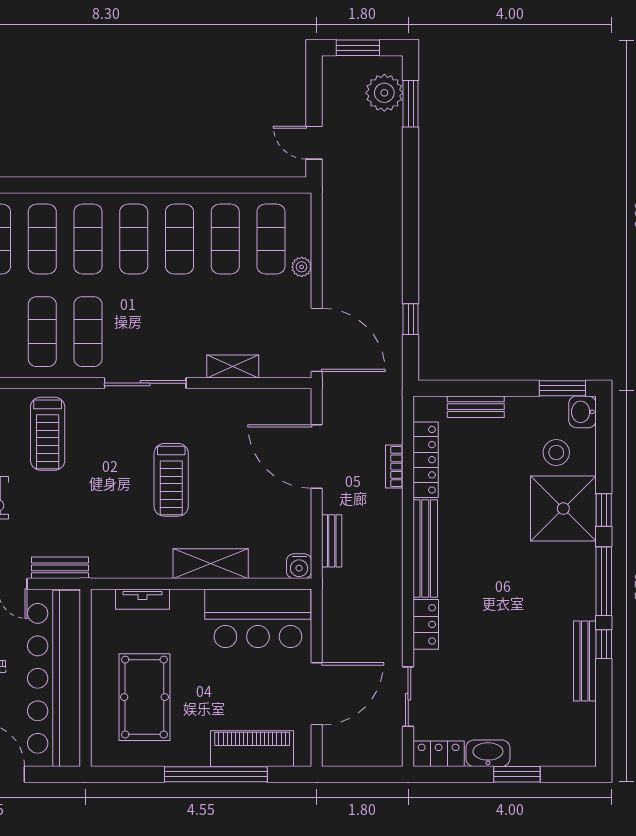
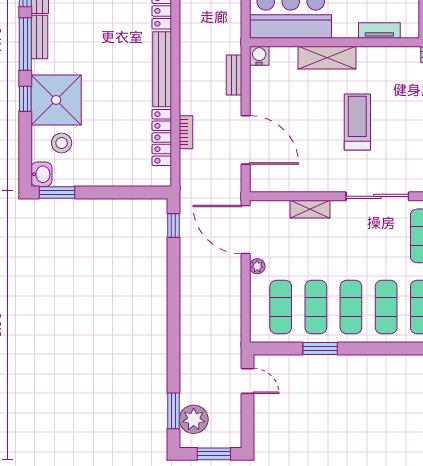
window: (220, 185) -> (320, 349), added
plant: (302, 267) -> (257, 266), moved
window: (411, 319) -> (173, 225), moved
bench: (476, 407) -> (39, 37), moved, turned 90

